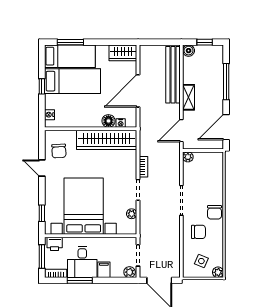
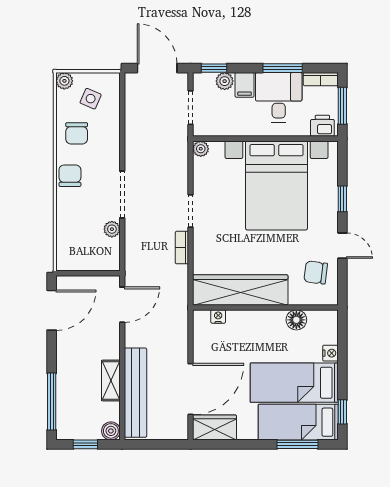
window: (226, 82) -> (52, 402), moved
window: (42, 86) -> (342, 412), moved
door: (138, 91) -> (191, 389), moved
shelving: (189, 97) -> (111, 380), moved
nightstand: (49, 115) -> (330, 353), moved
floor lamp: (108, 121) -> (296, 320), moved
chair: (59, 151) -> (316, 272), turned -80
plant: (188, 157) -> (112, 229), moved
window: (42, 213) -> (342, 199), moved
plant: (132, 214) -> (201, 149), moved
chair: (198, 232) -> (77, 133), moved, turned -90
plant: (130, 272) -> (225, 81), moved
window: (123, 280) -> (214, 68), added

